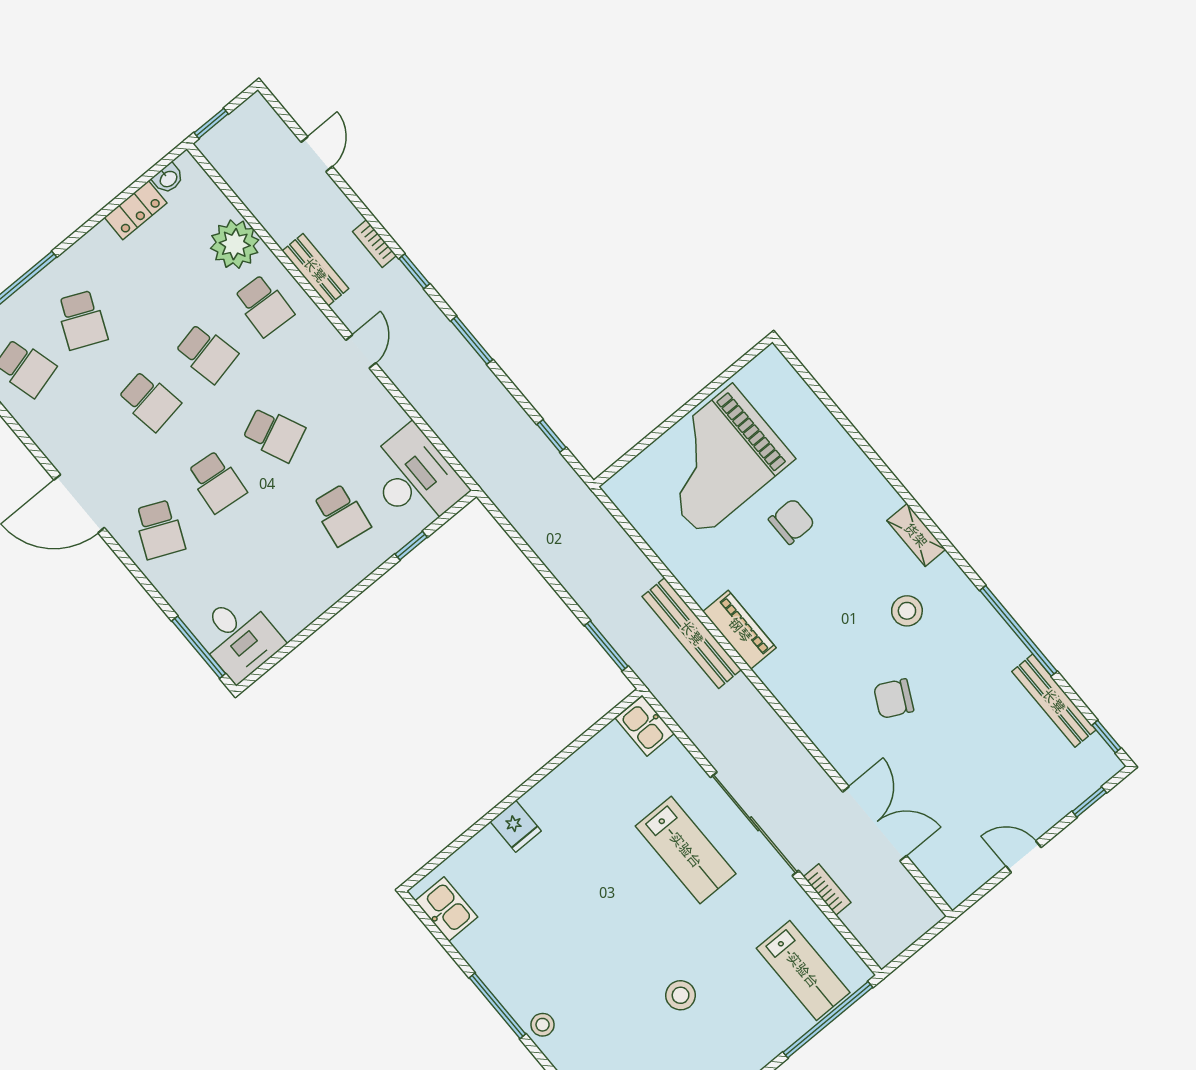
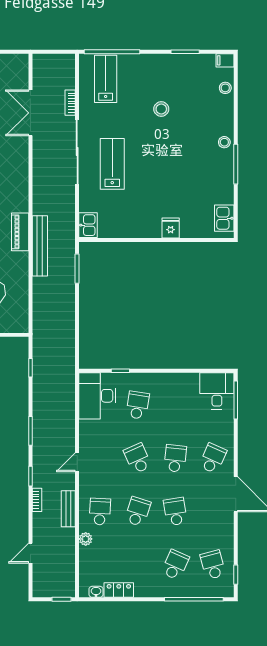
plant: (235, 244) -> (86, 539), width x0.53, depth x0.53
school desk: (207, 353) -> (138, 512), turned 30

